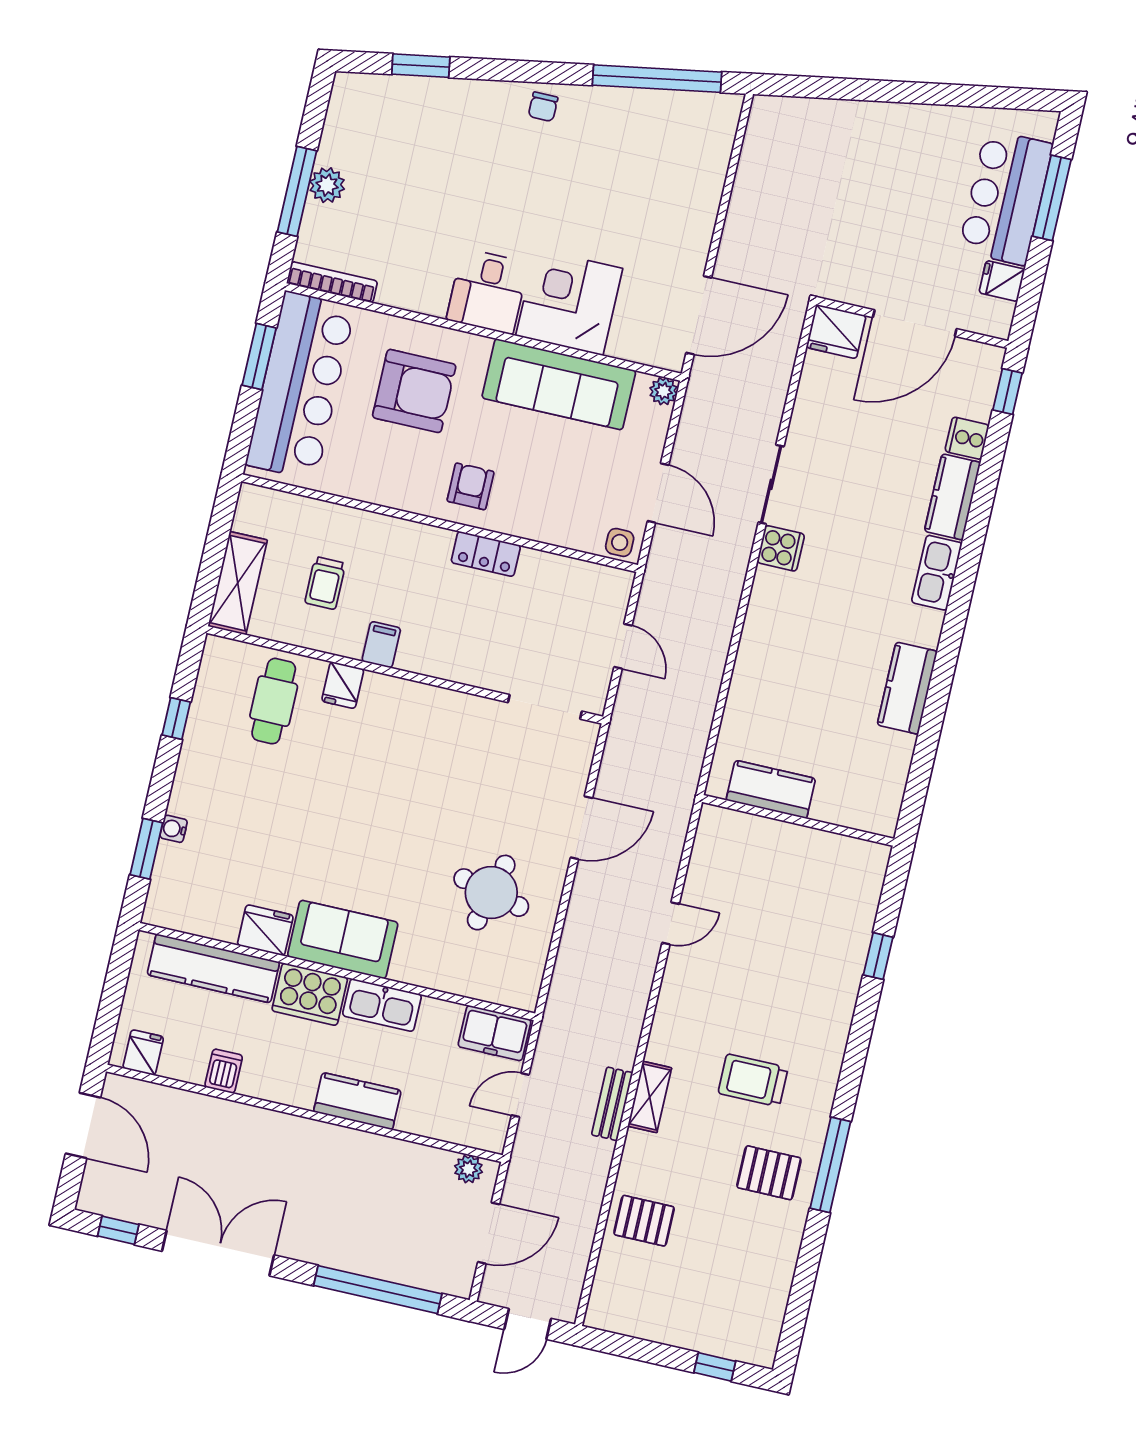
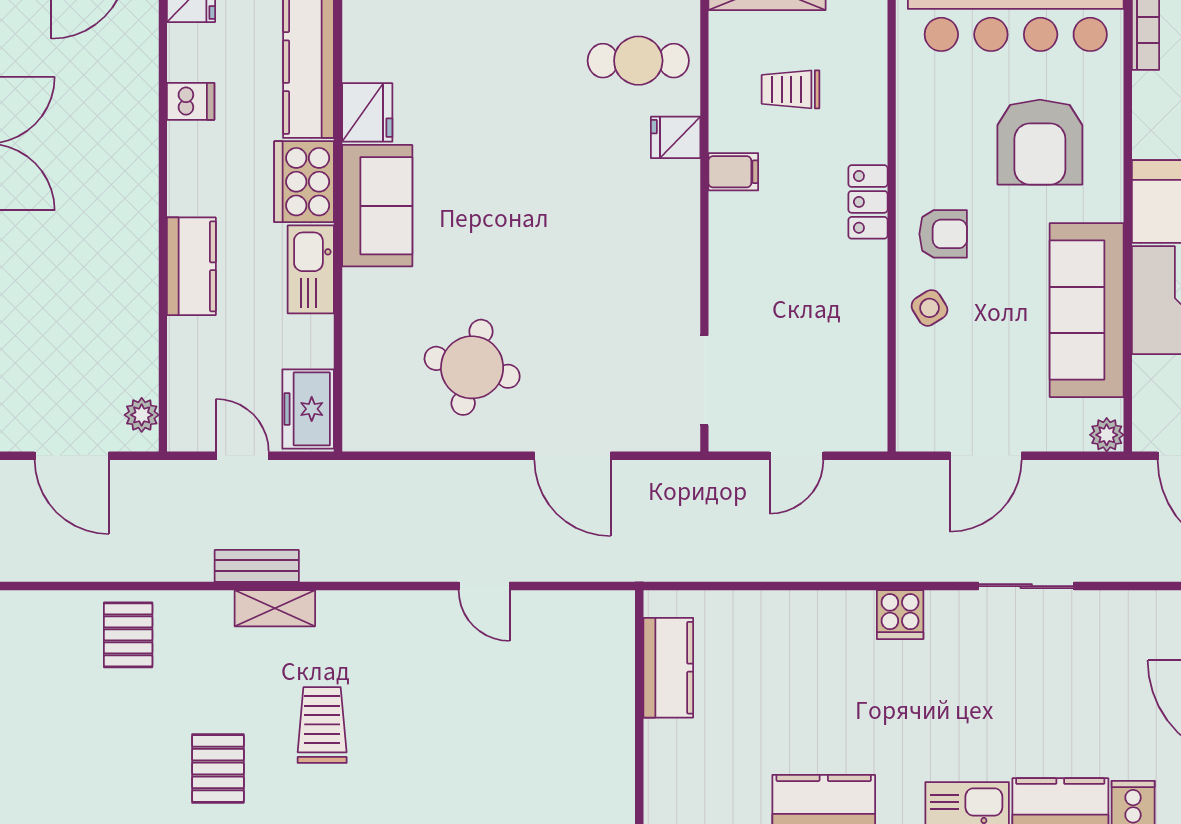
side table: (620, 542) -> (929, 308), moved, turned -32
cooker: (781, 548) -> (900, 615), moved
locker: (486, 554) -> (868, 202), moved

